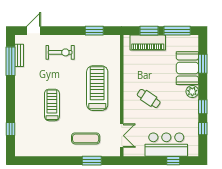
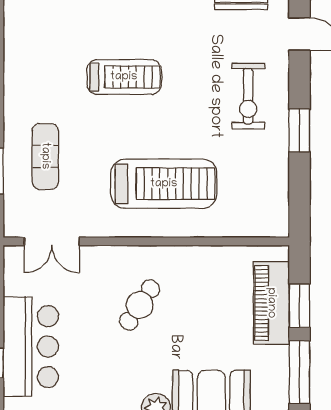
window: (94, 31) -> (299, 130), moved

